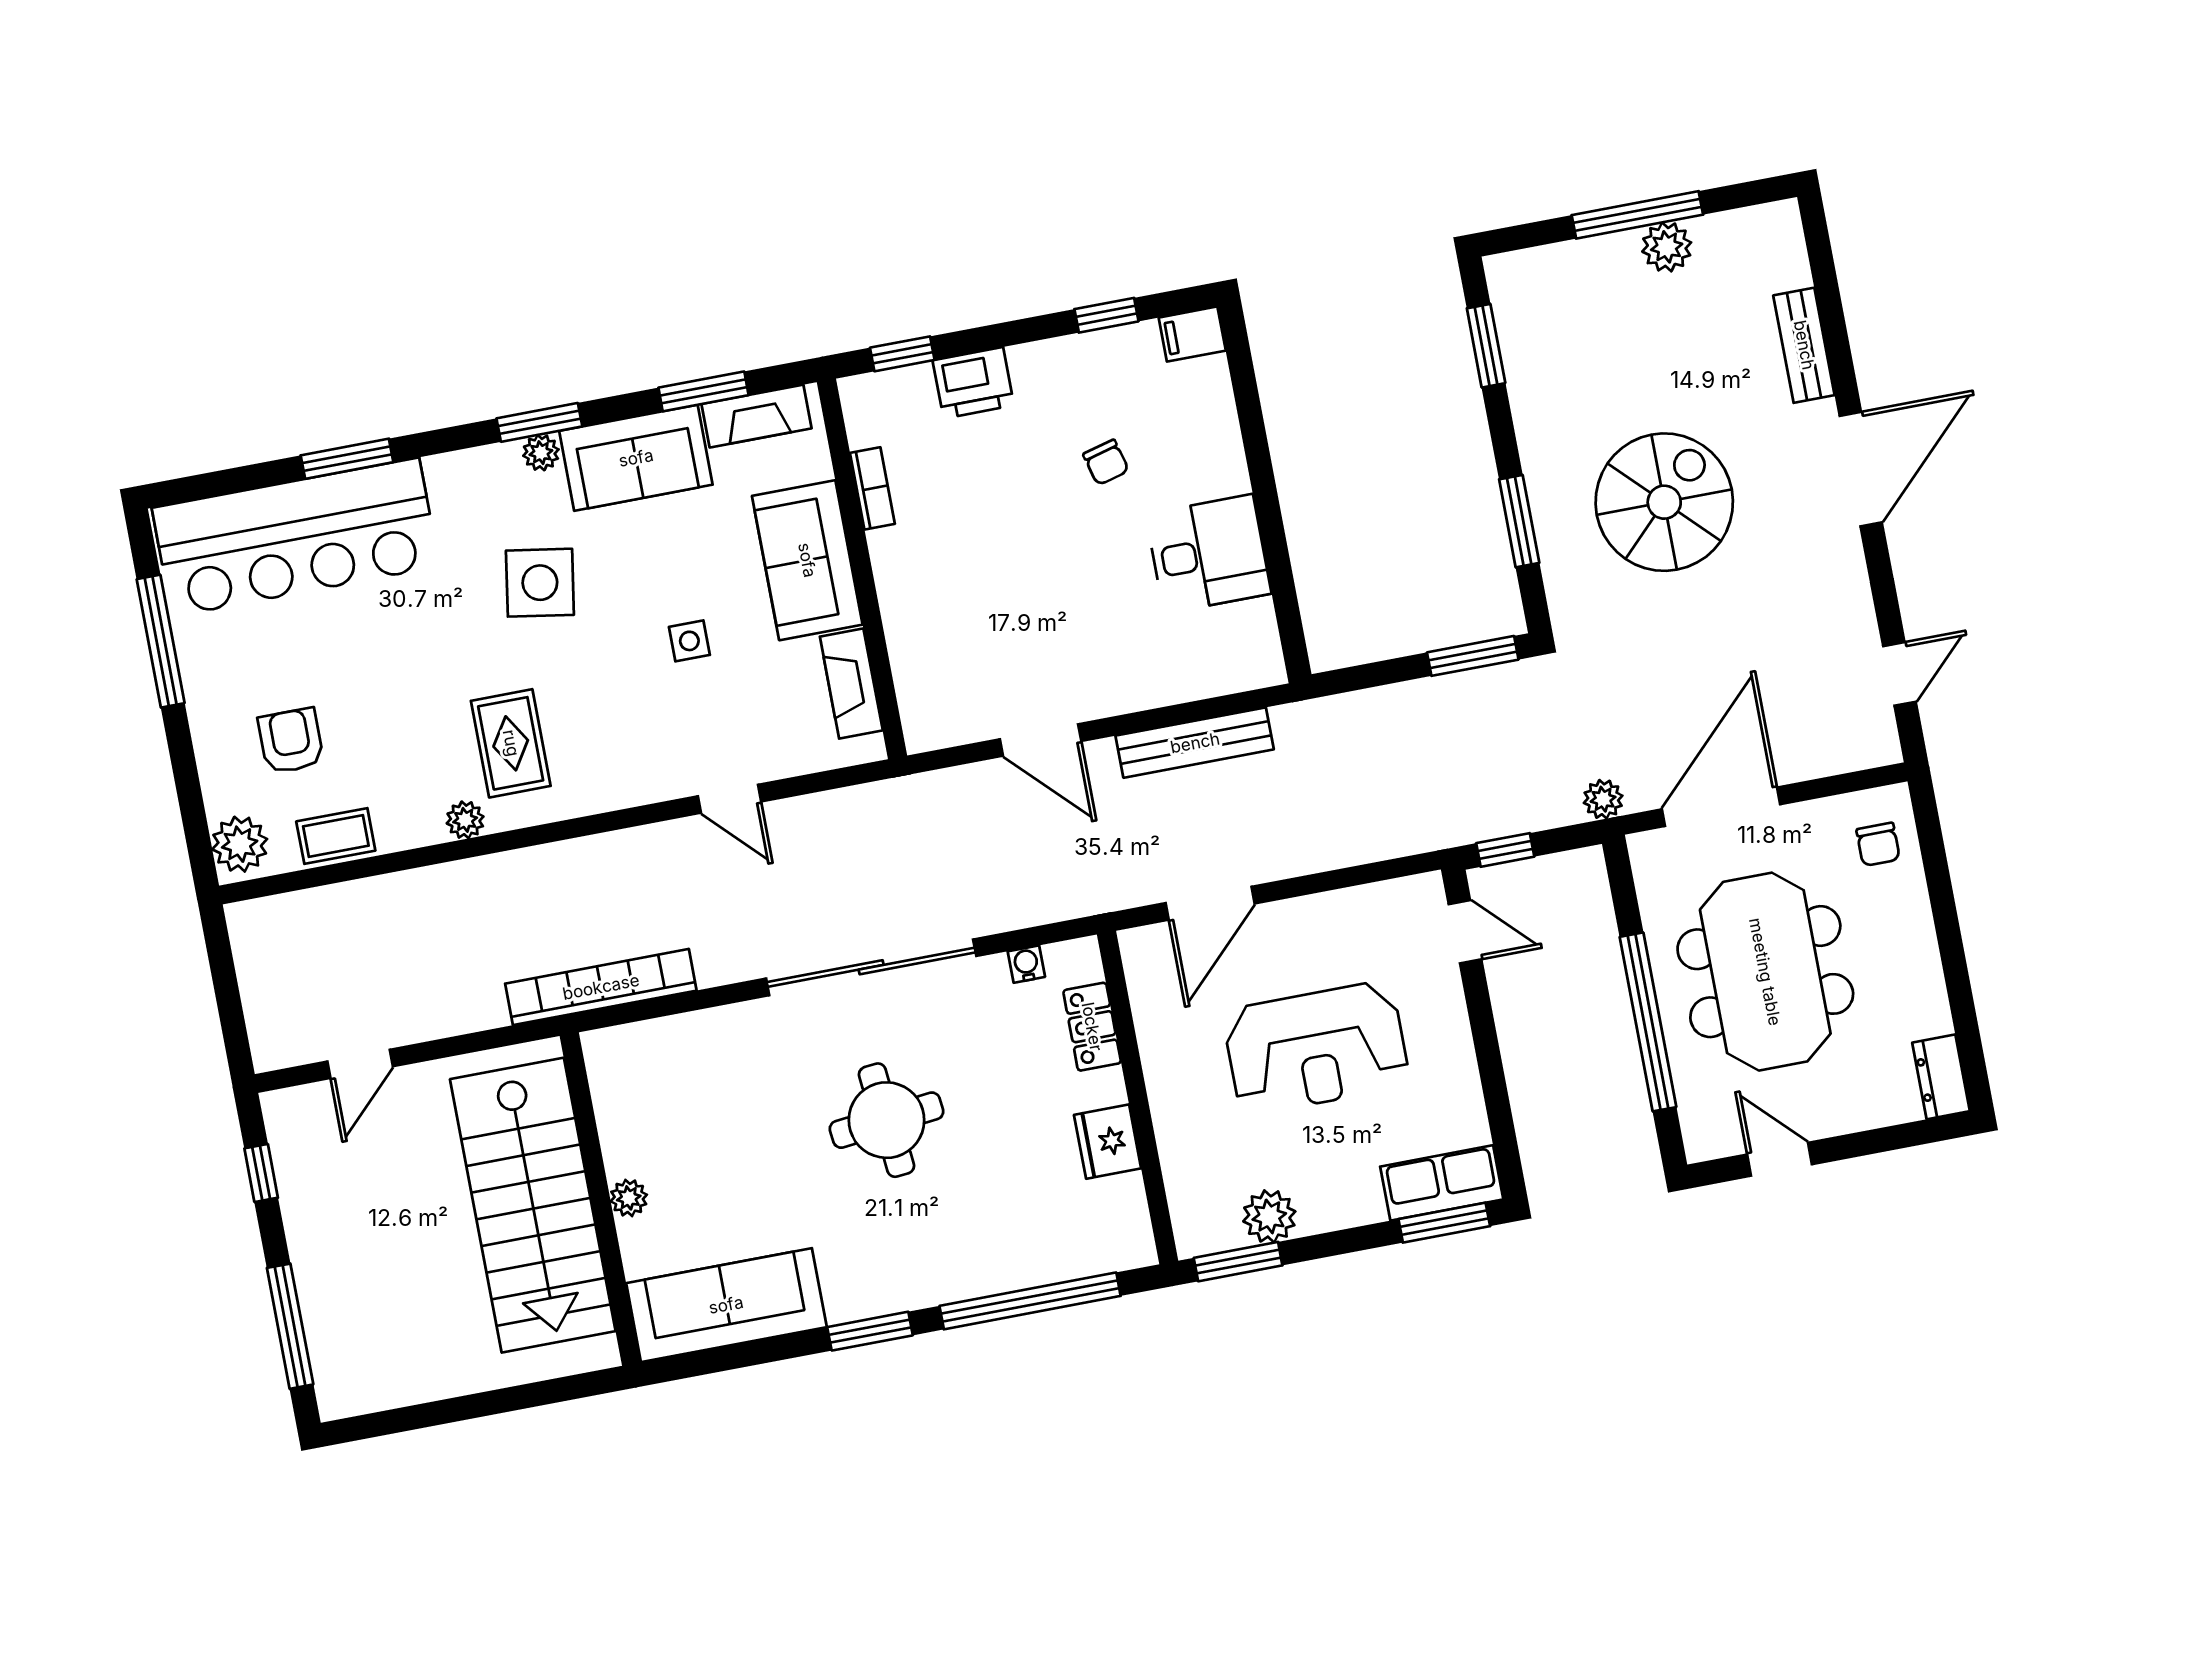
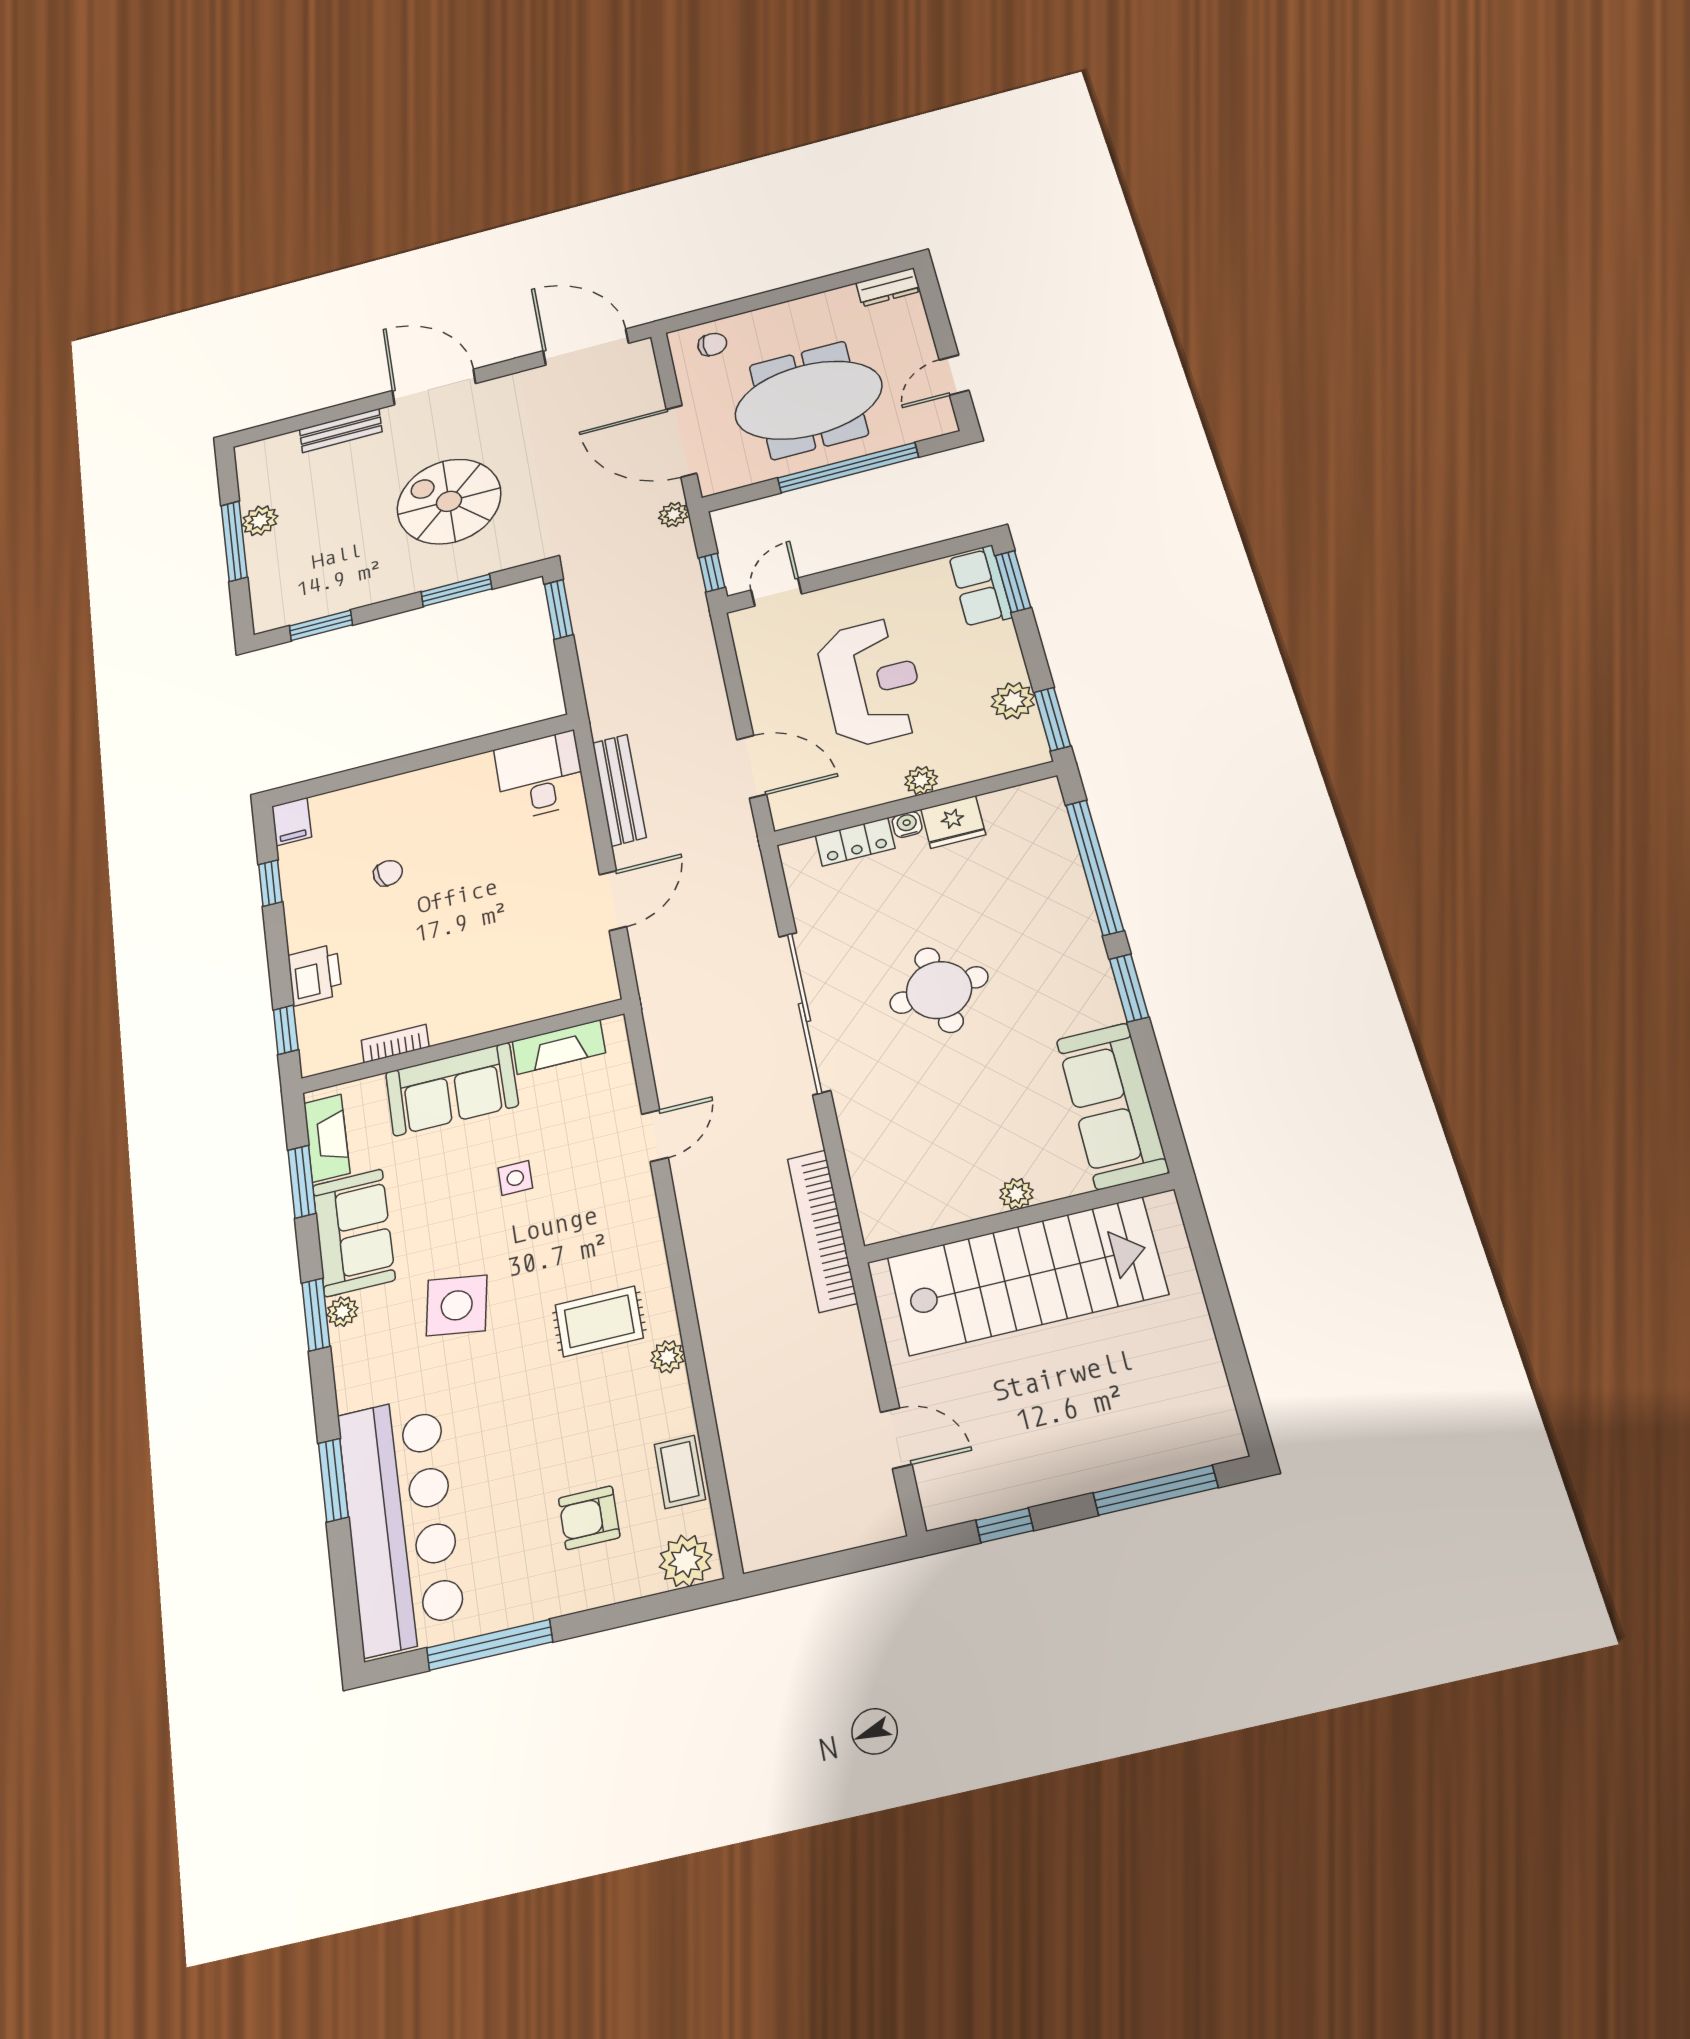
desk: (1209, 554) -> (540, 776), moved
door: (1899, 674) -> (586, 347), width x1.87
water cooler: (1026, 964) -> (907, 824), moved, turned 90
plant: (1169, 1105) -> (921, 780), added

